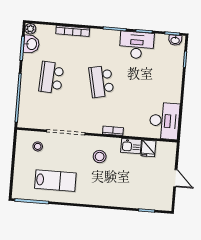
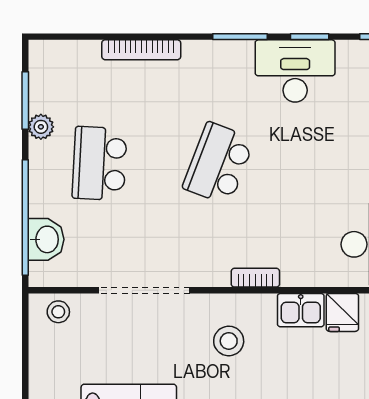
plant: (30, 29) -> (41, 127), moved
washbasin: (31, 44) -> (46, 239), moved
school desk: (101, 81) -> (218, 163), turned 33
stool: (38, 146) -> (58, 312), moved

